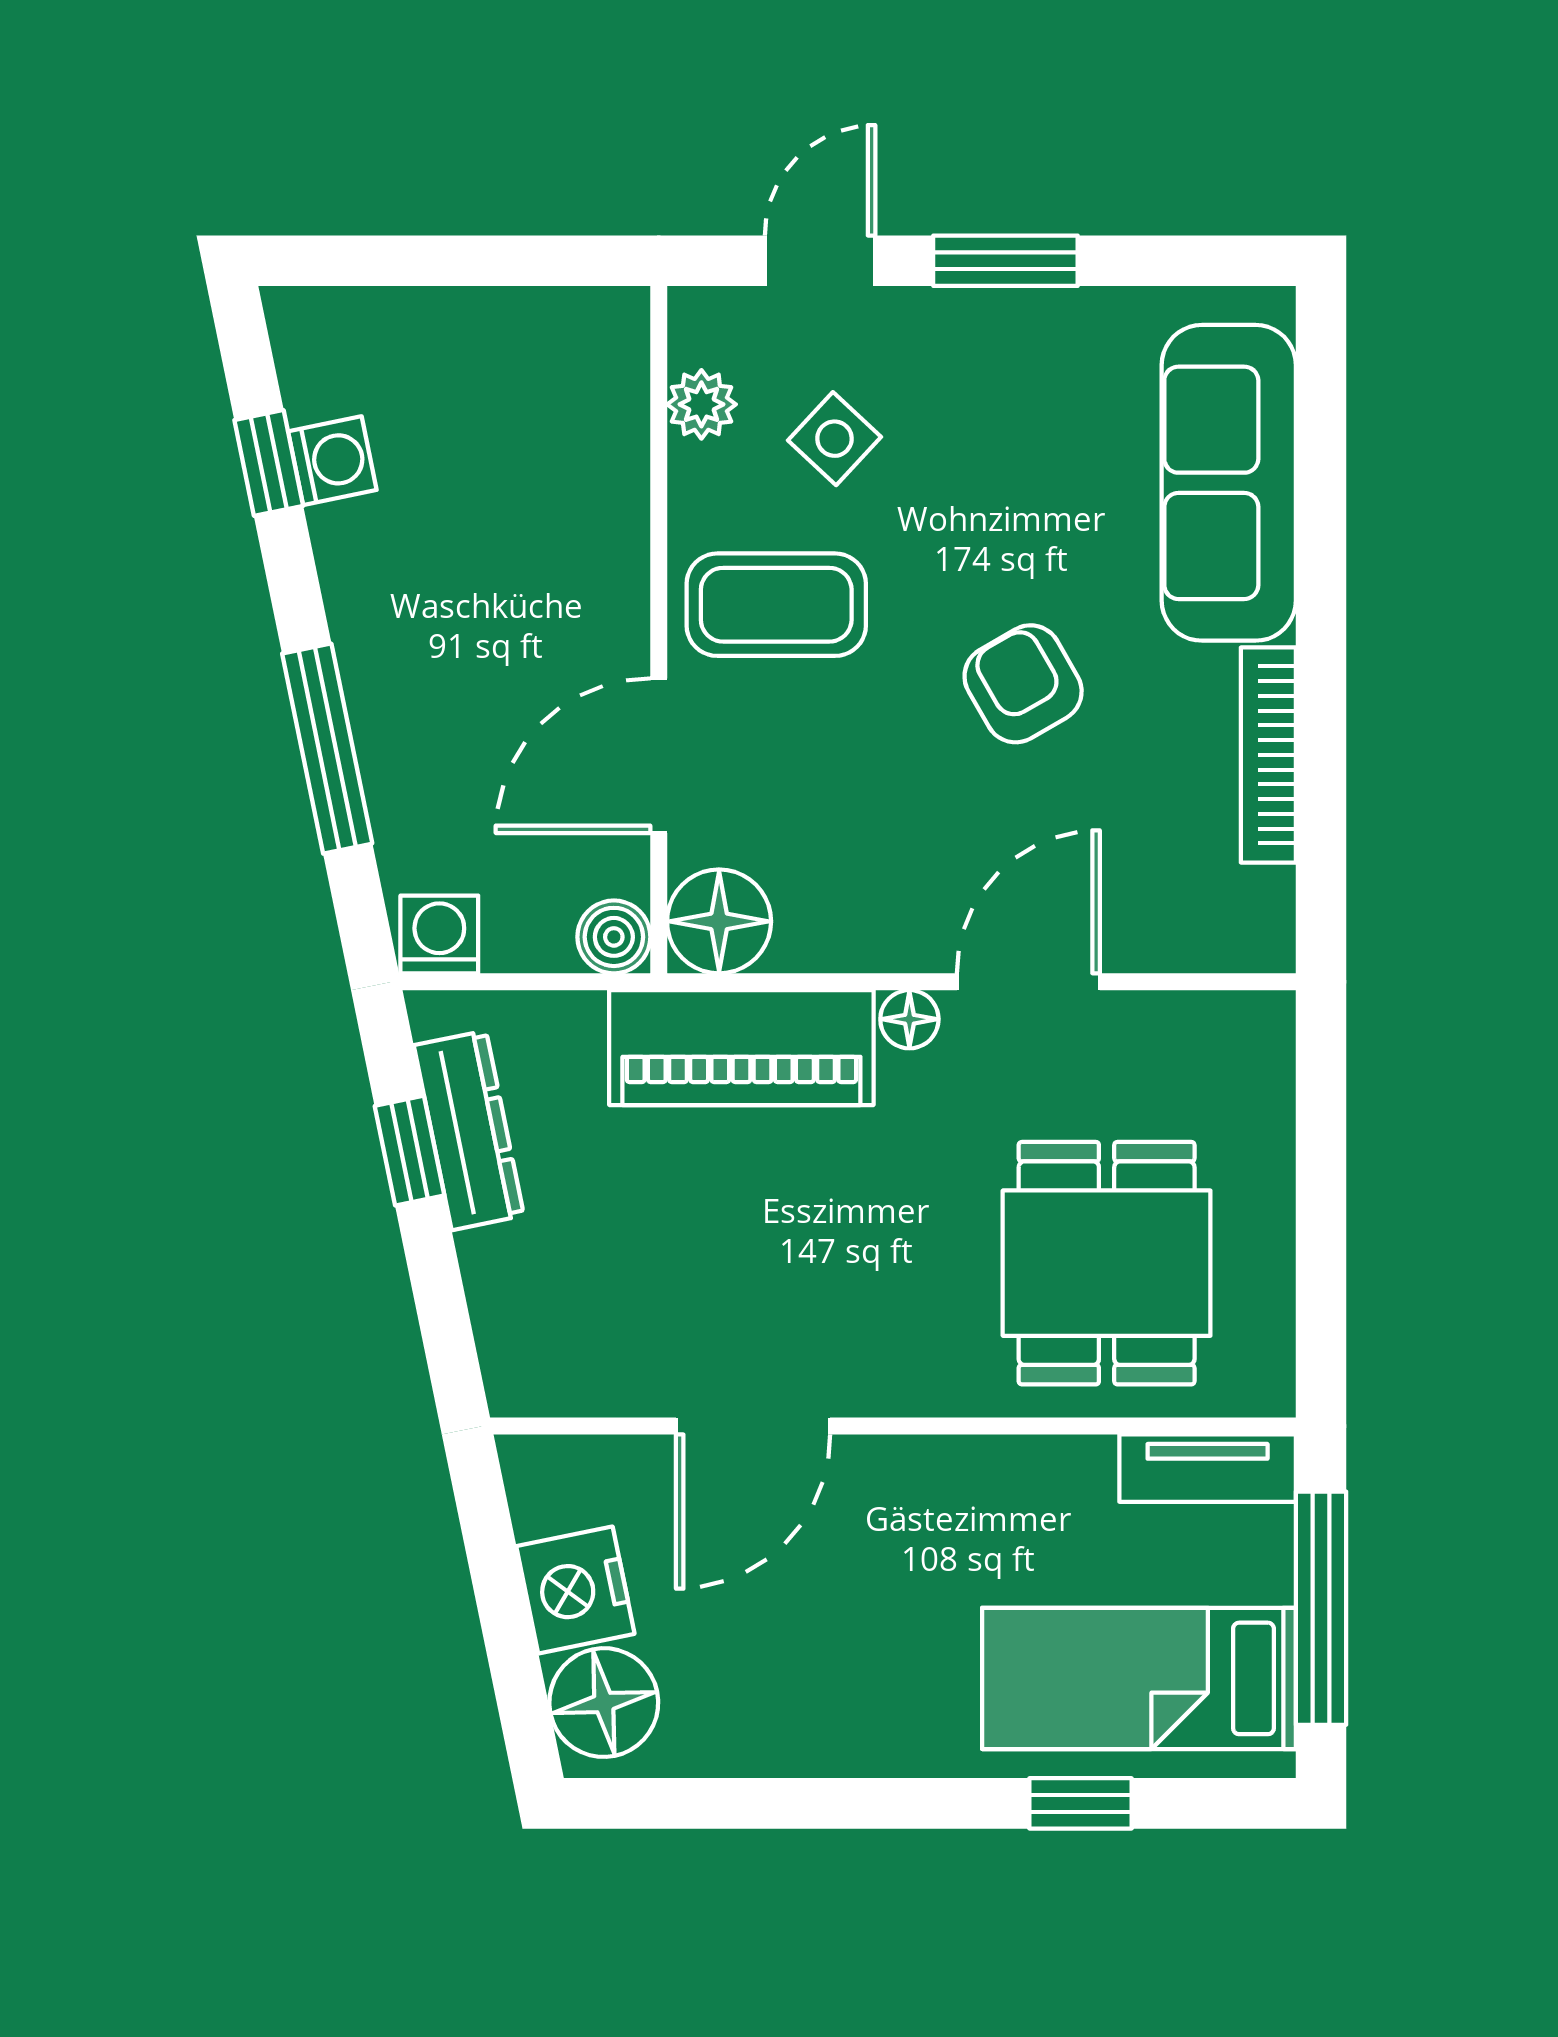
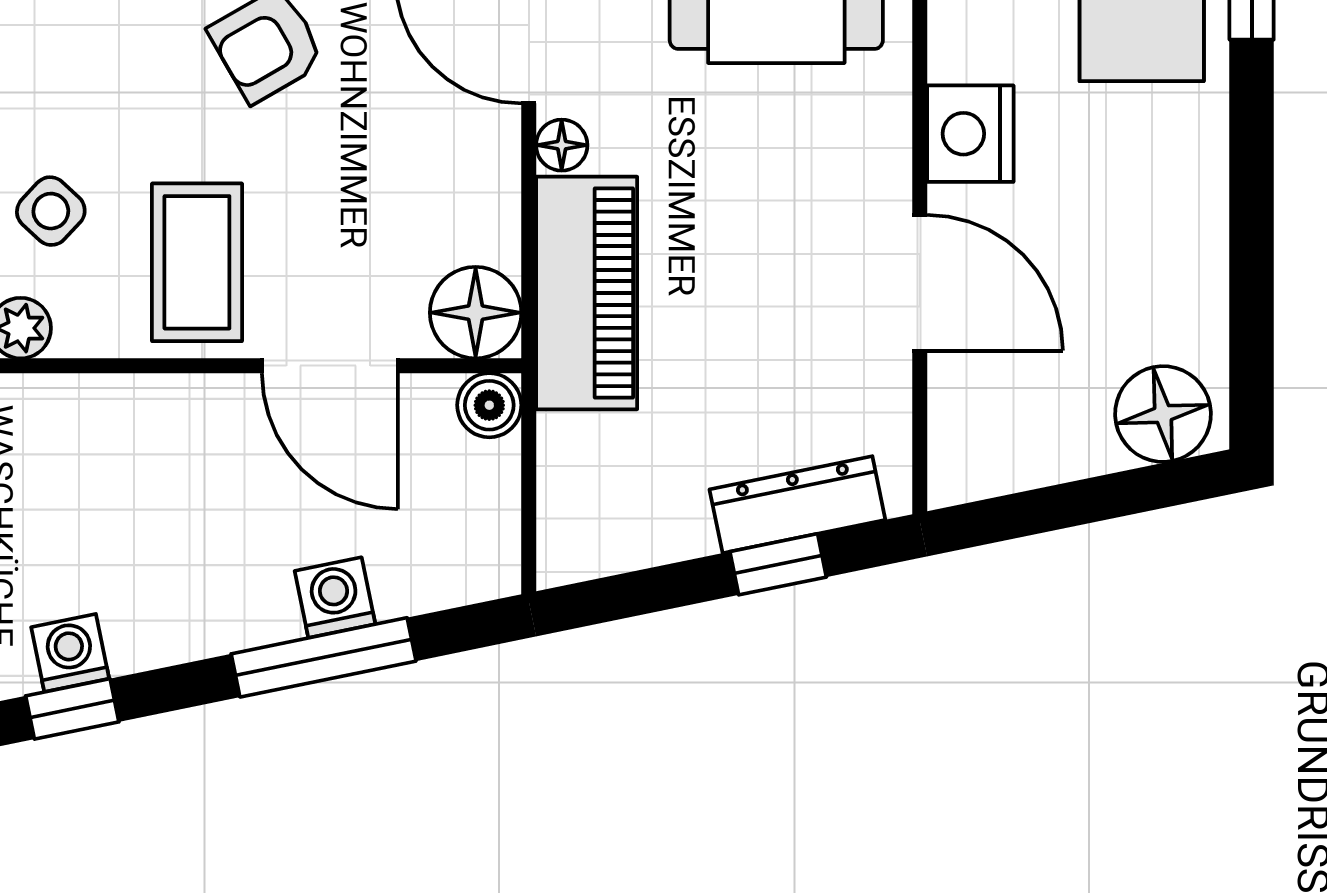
washing machine: (439, 934) -> (335, 598), moved, turned 78
dresser: (469, 1130) -> (797, 505), moved
window: (410, 1151) -> (778, 564), moved
nightstand: (575, 1590) -> (970, 134), moved, turned 102

